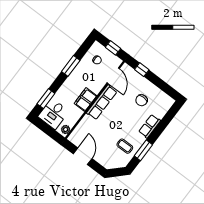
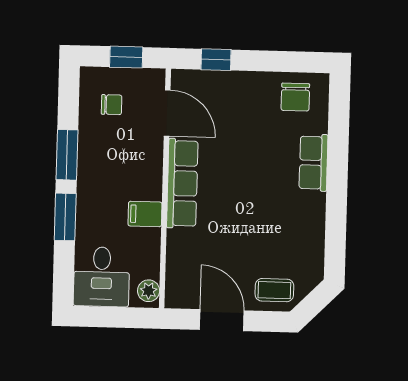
window: (46, 99) -> (65, 217), moved
filing cabinet: (85, 100) -> (145, 214), width x0.50
chair: (142, 100) -> (295, 97), moved
coffee table: (125, 146) -> (274, 290), moved
window: (143, 150) -> (336, 220), removed

